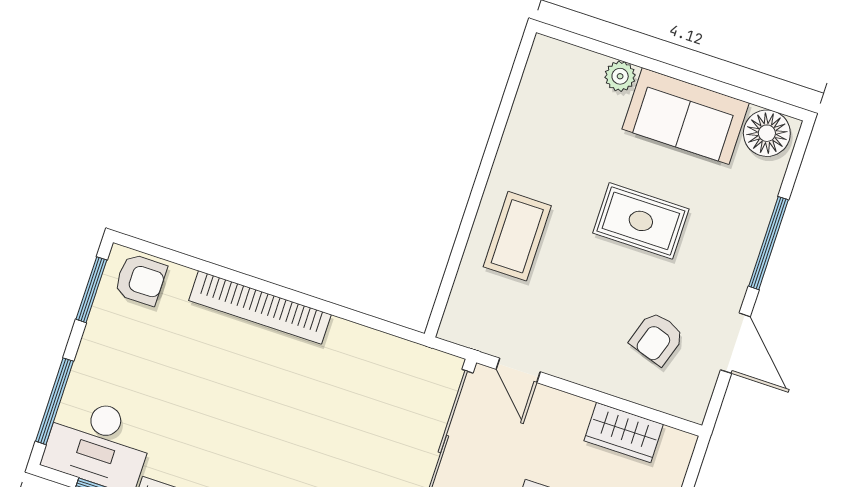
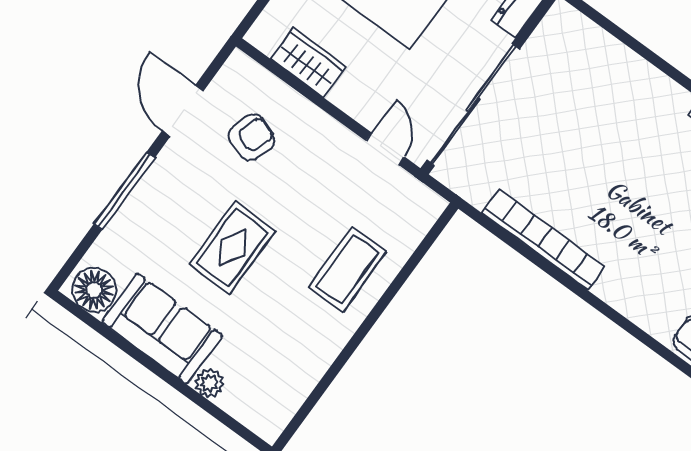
rug: (641, 221) -> (232, 247), turned 90
bookcase: (260, 307) -> (543, 239), moved

